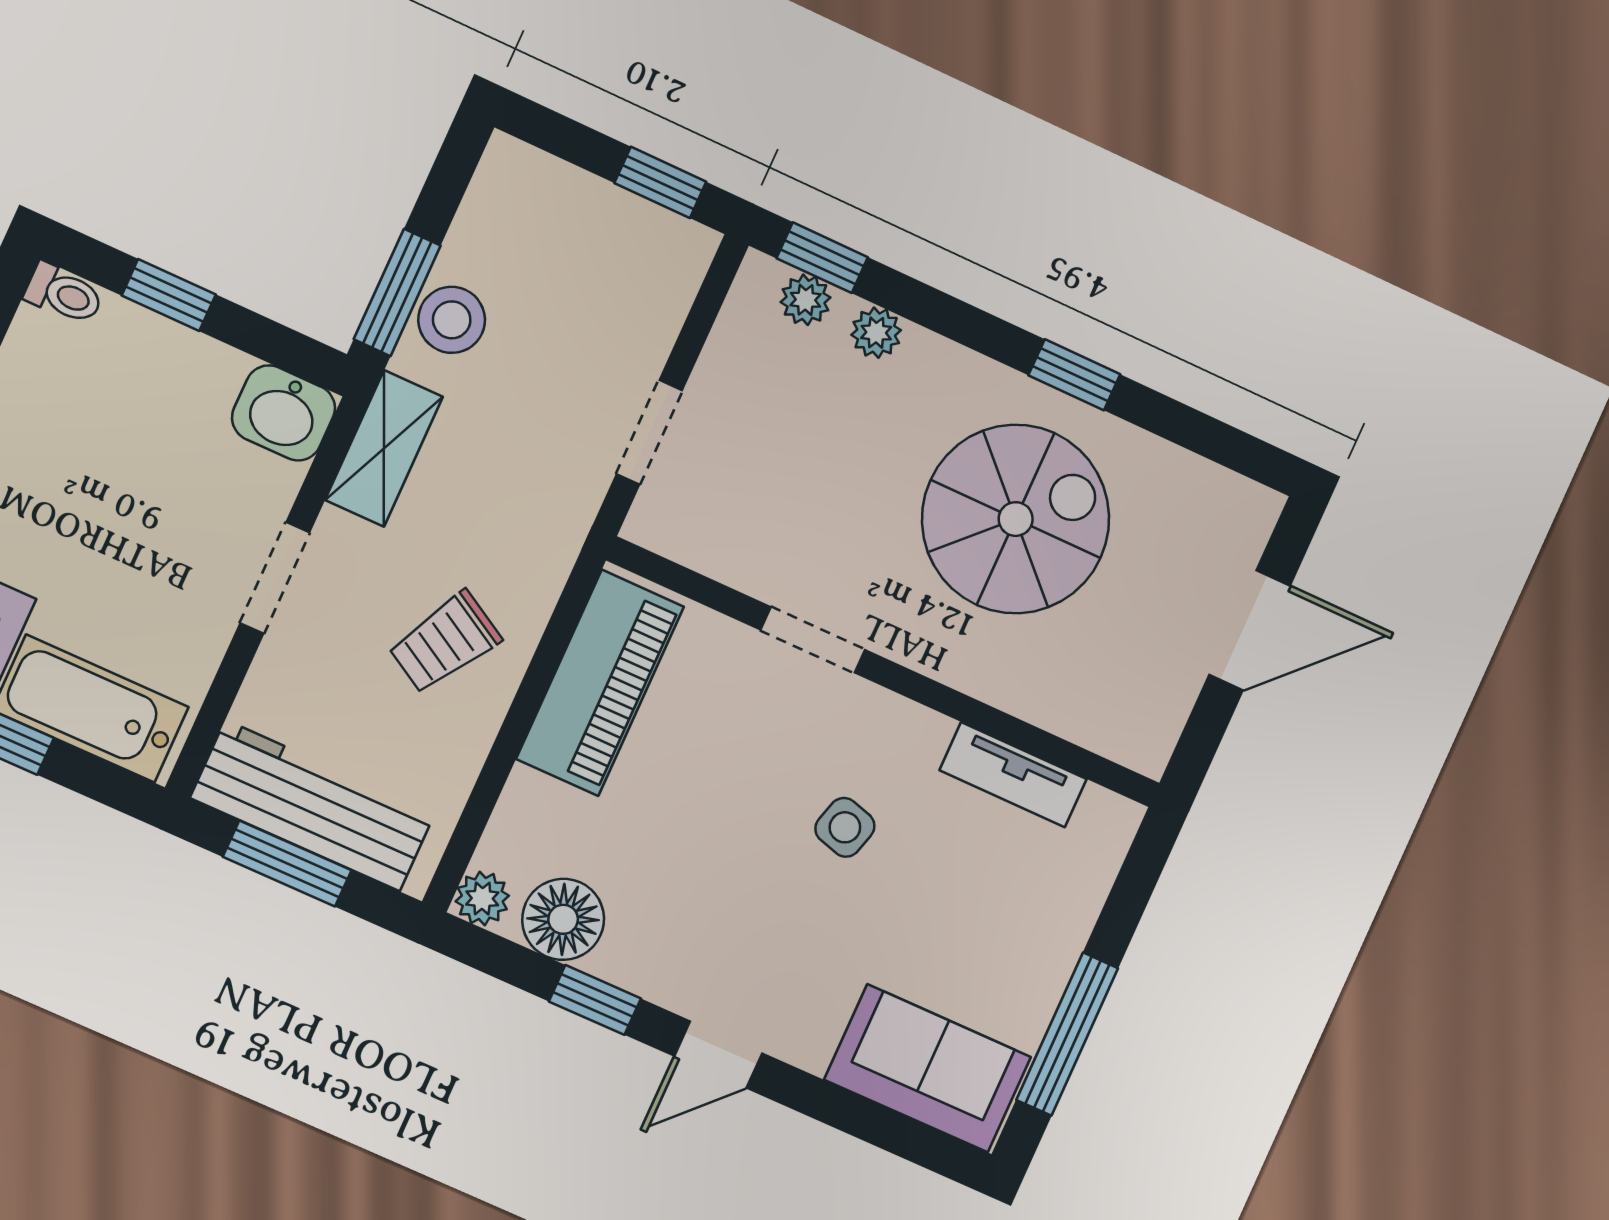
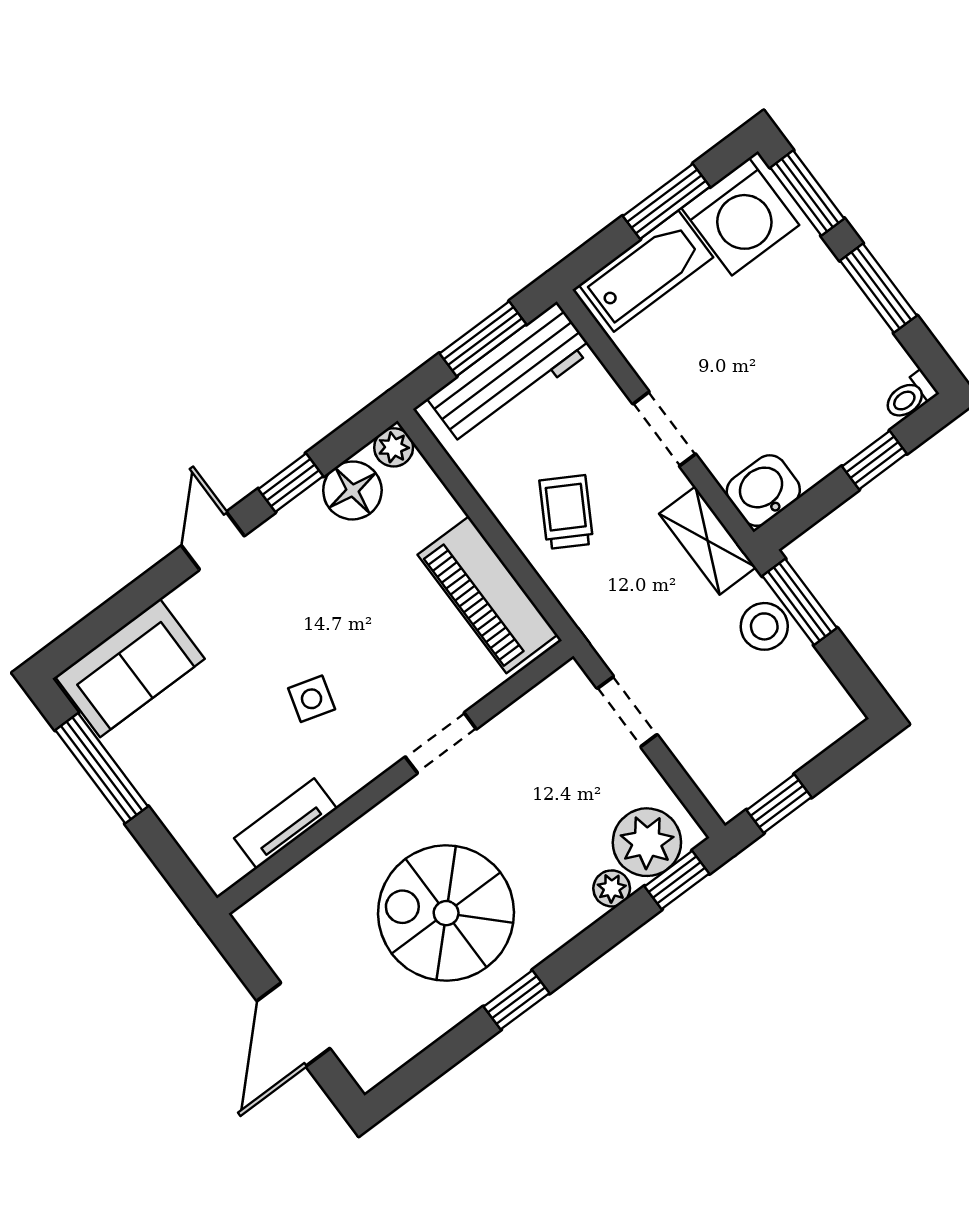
plant: (805, 300) -> (647, 842), width x1.88, depth x1.88
spiral stairs: (1016, 519) -> (446, 913), turned 90

